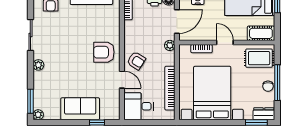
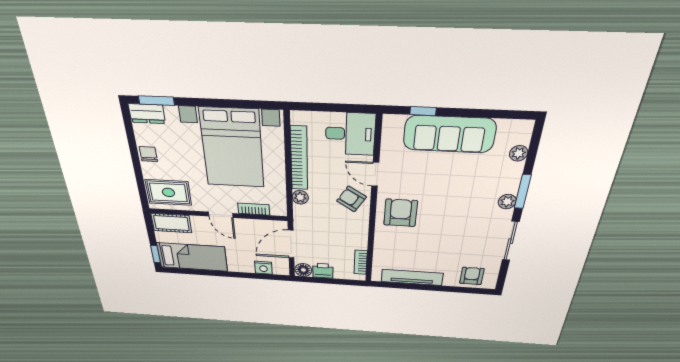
plant: (170, 45) -> (300, 197), moved
armchair: (104, 52) -> (401, 213), turned -90
window: (277, 83) -> (135, 158), removed
window: (30, 101) -> (523, 192), moved
sofa: (80, 109) -> (449, 134), width x1.36
plant: (38, 115) -> (519, 153), moved

